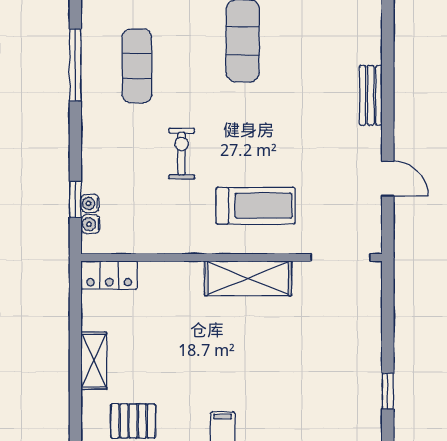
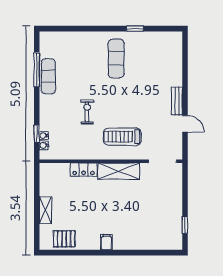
exercise mat: (137, 66) -> (48, 76), moved
bench: (371, 95) -> (177, 101), moved
treadmill: (256, 206) -> (122, 137), turned 180
locker: (109, 275) -> (84, 170), moved

